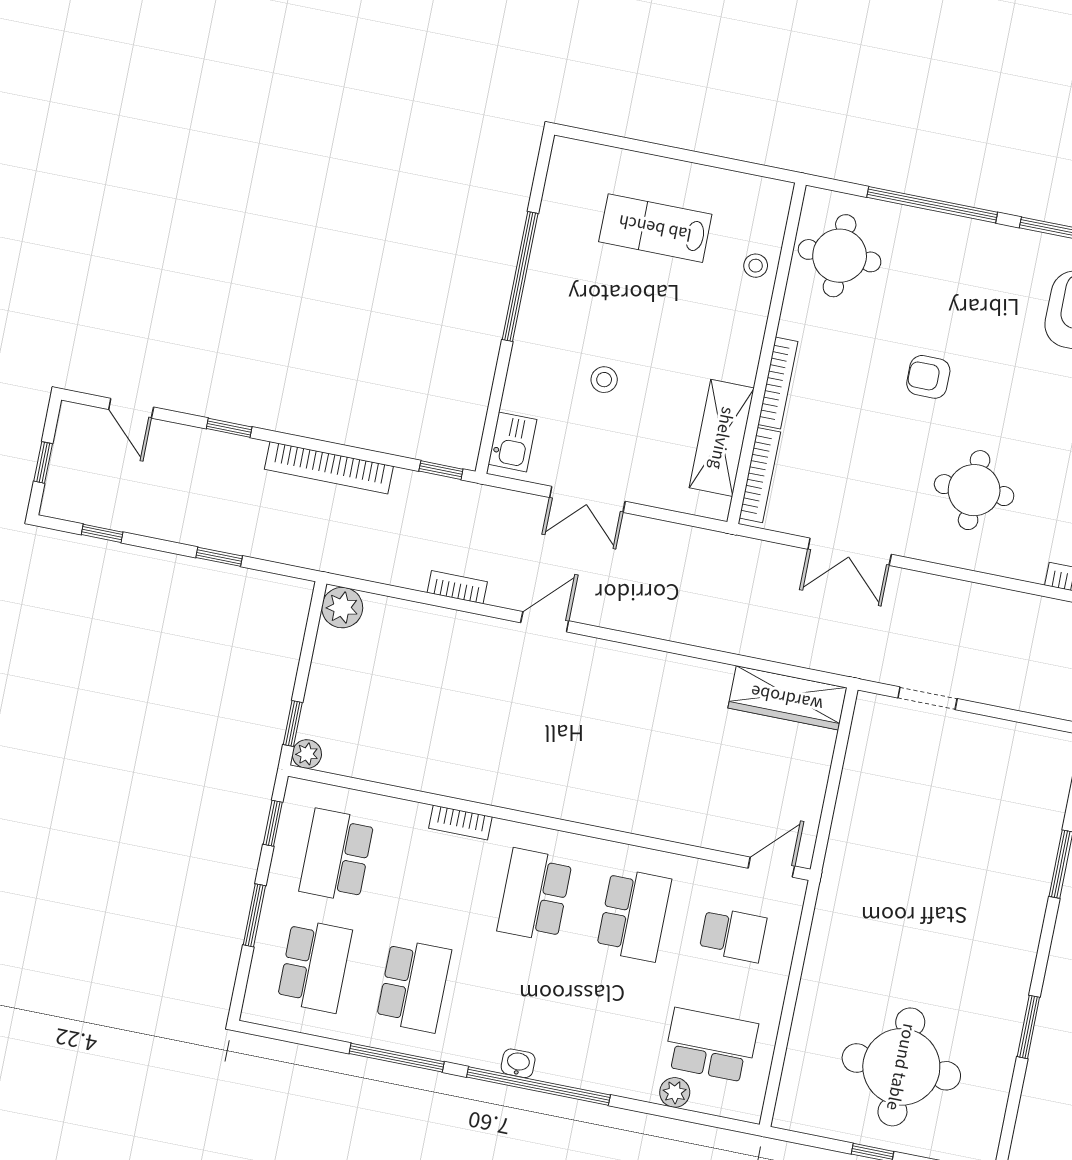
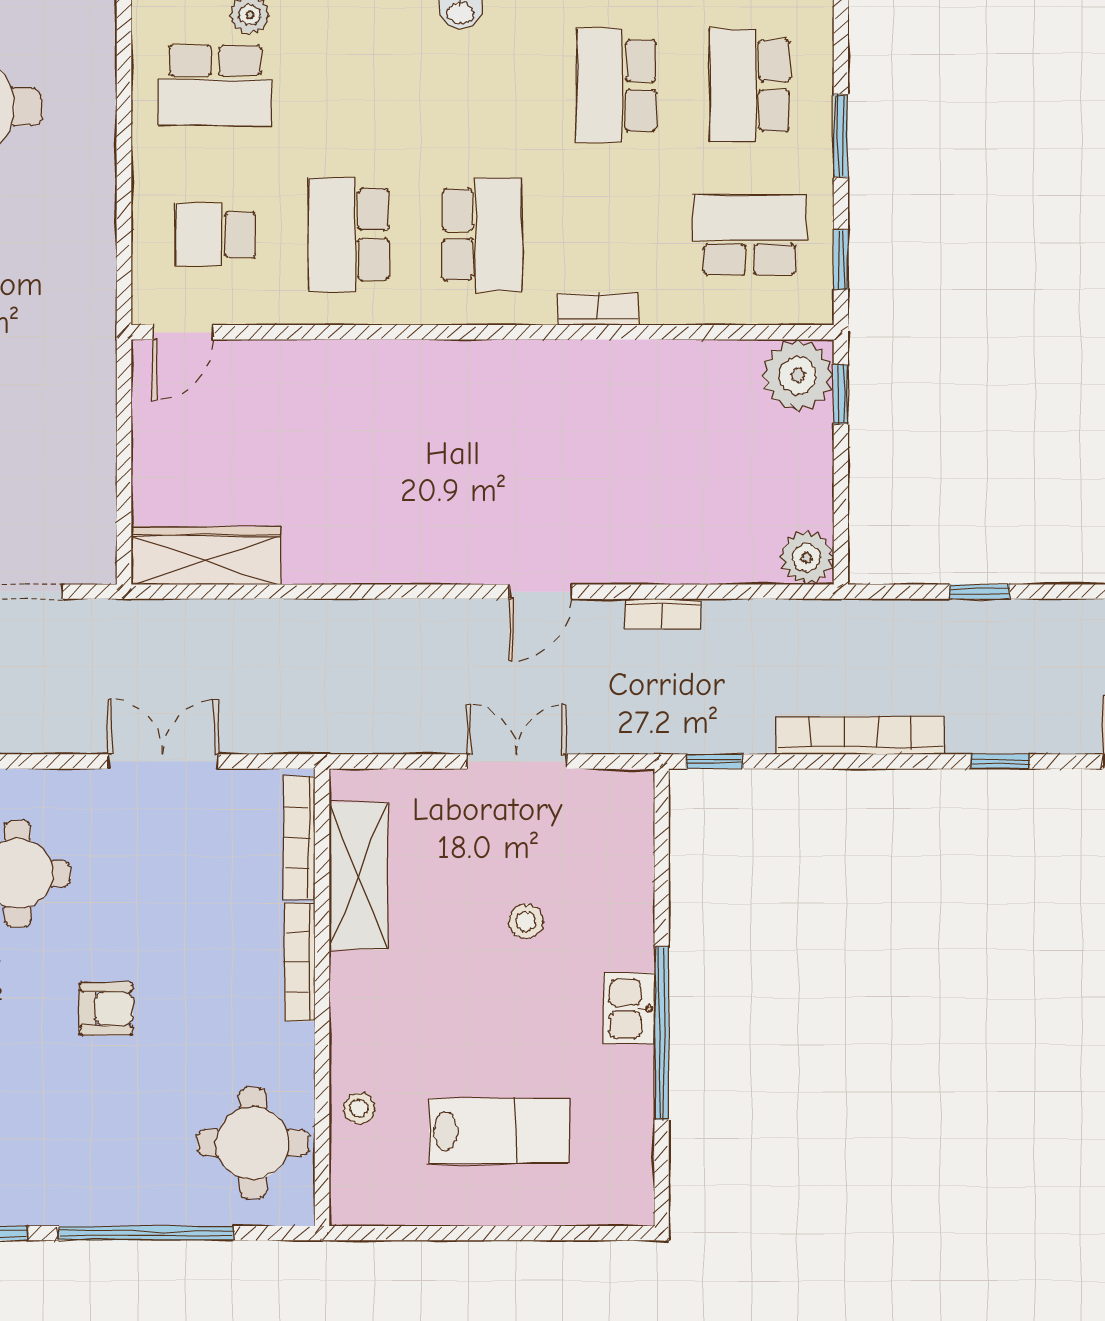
kitchen sink: (512, 442) -> (629, 1008), moved
plant: (307, 754) -> (798, 375), width x1.88, depth x1.88
school desk: (337, 855) -> (750, 235), turned -90

